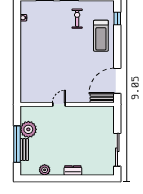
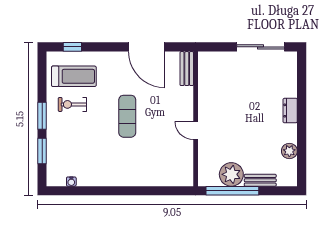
treadmill: (101, 36) -> (74, 76), moved
exercise mat: (69, 57) -> (127, 116), added
door: (117, 81) -> (147, 47), moved
window: (17, 144) -> (232, 191), moved

